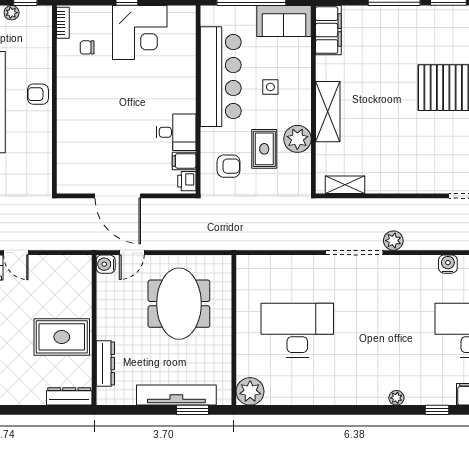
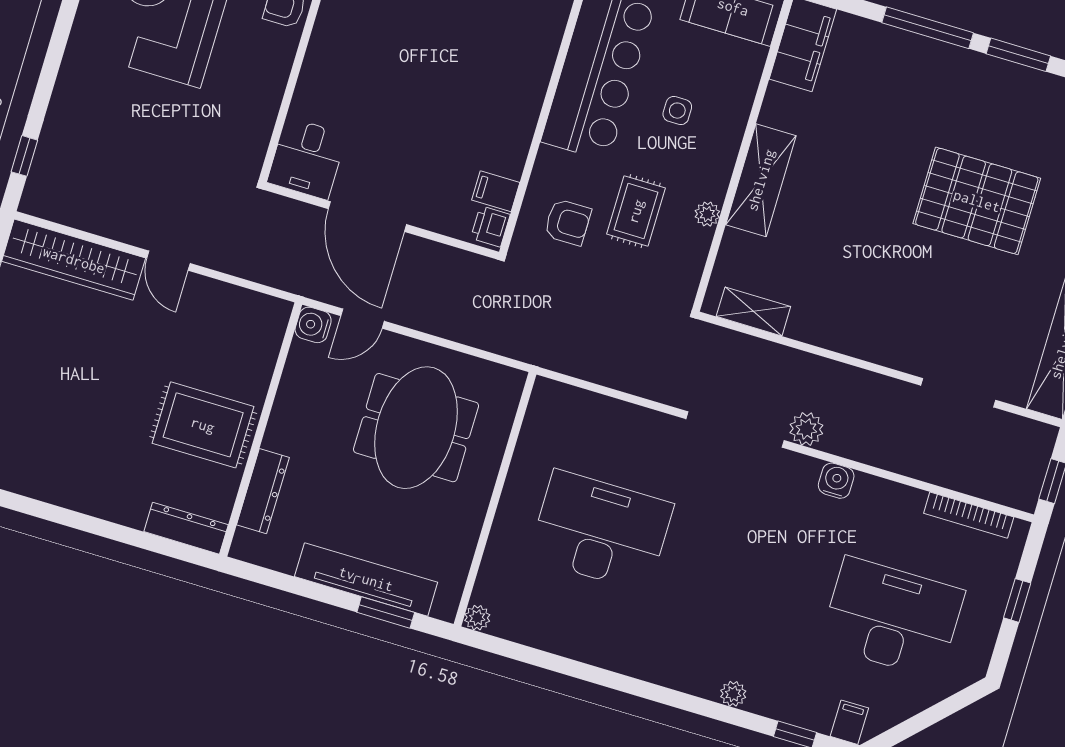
desk: (176, 132) -> (307, 158), moved, turned 90
plant: (297, 139) -> (707, 214), width x0.53, depth x0.53
water cooler: (448, 264) -> (836, 481), moved
plant: (250, 391) -> (477, 618), width x0.53, depth x0.53

